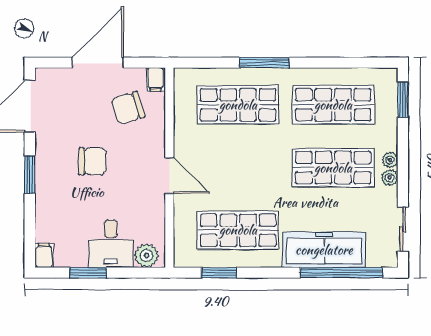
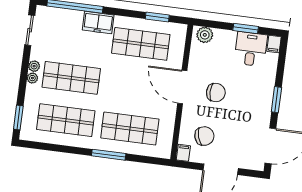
chair: (92, 161) -> (216, 93), moved, turned 180
door: (169, 175) -> (182, 87), width x1.36
desk: (111, 244) -> (251, 49), moved
freezer: (324, 250) -> (98, 23), width x0.52, depth x0.79

